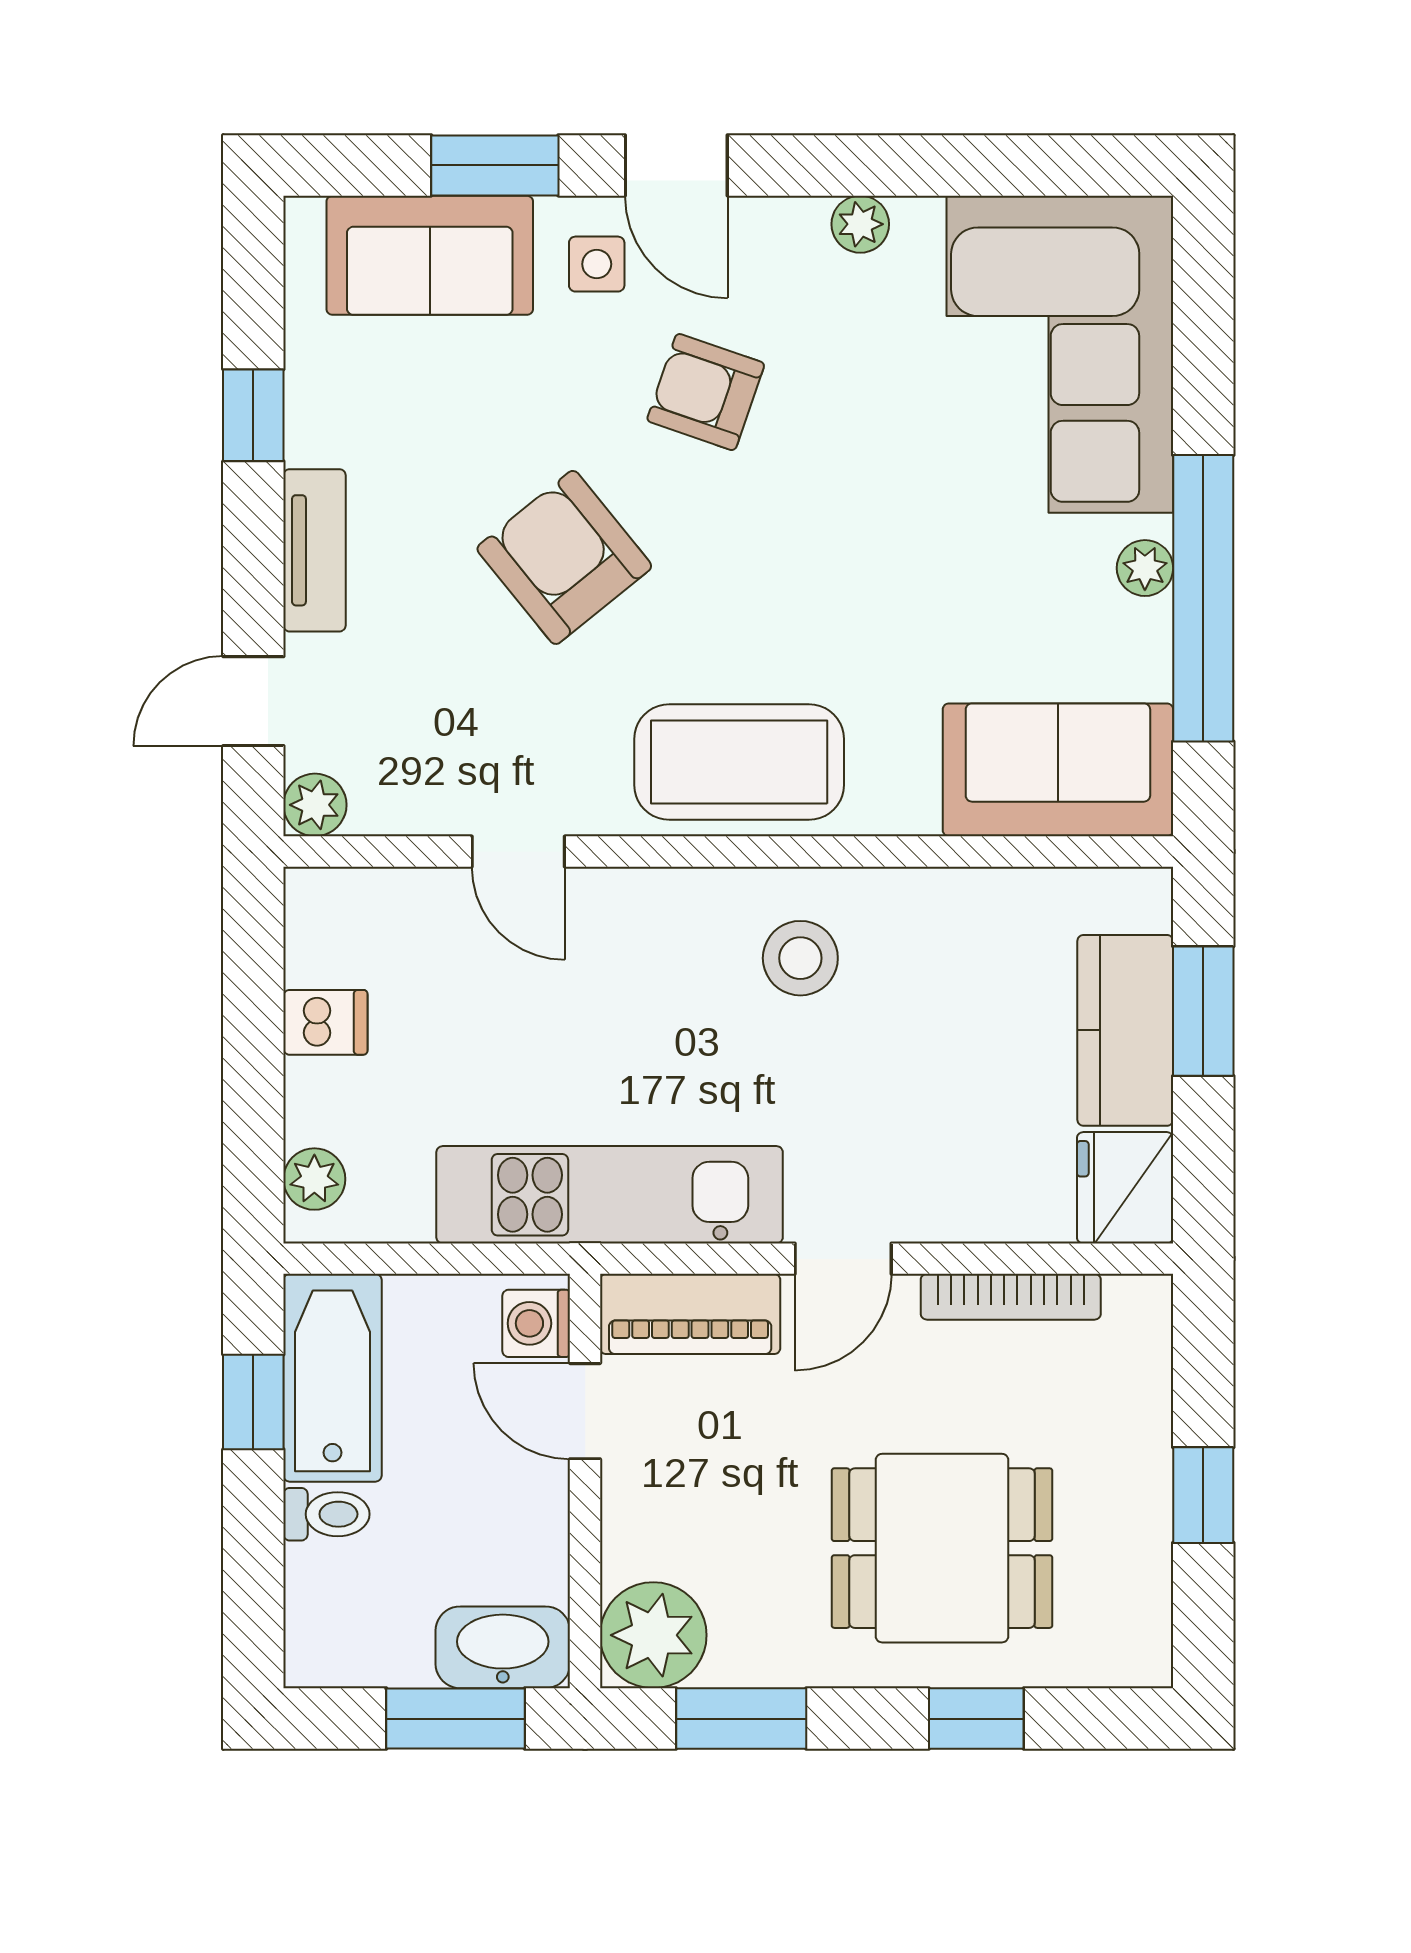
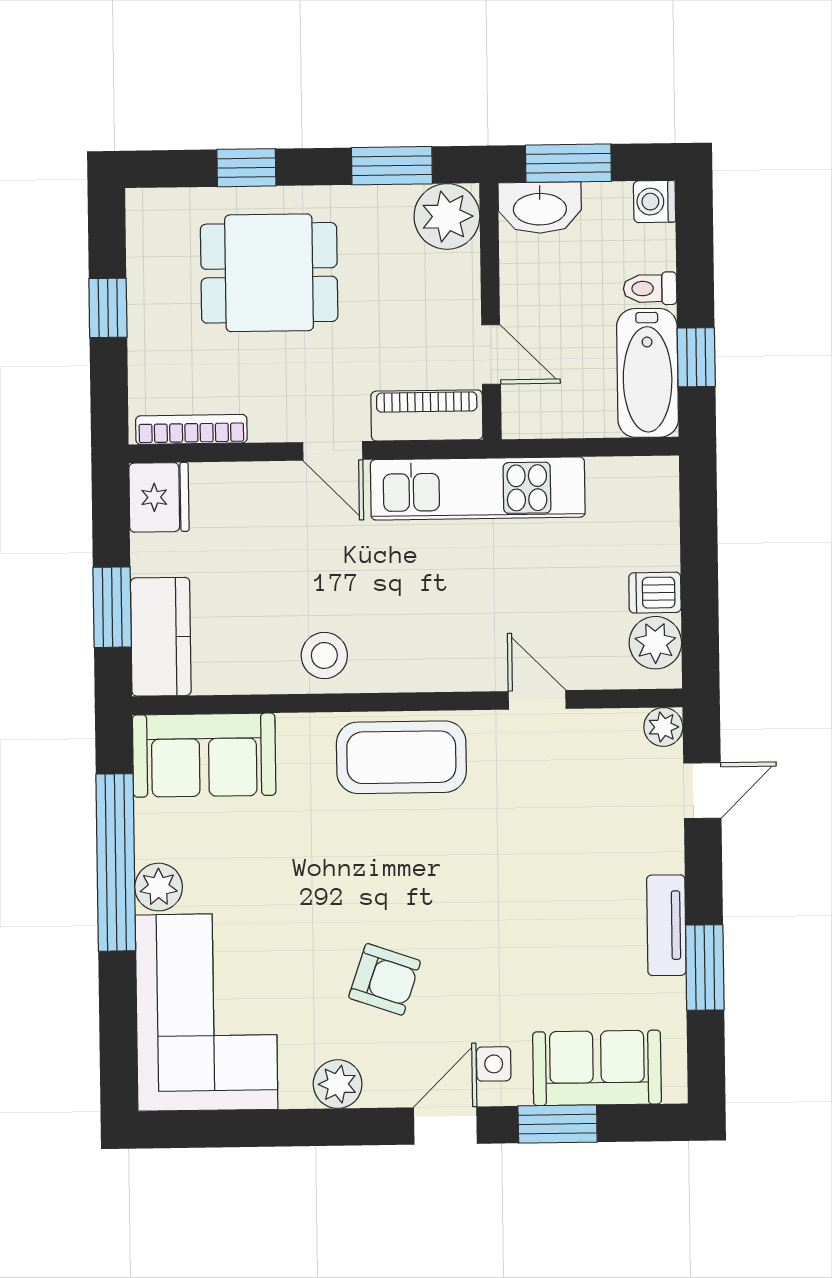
door: (676, 165) -> (445, 1126), hinge flipped
plant: (860, 224) -> (338, 1084), width x1.38, depth x1.38
armchair: (706, 392) -> (385, 979), moved
window: (253, 415) -> (705, 967), width x1.50
tv unit: (314, 550) -> (666, 925), moved
armchair: (564, 557) -> (511, 882), removed
plant: (1145, 568) -> (159, 887), width x1.38, depth x1.38
stool: (800, 958) -> (324, 655), moved
kitchen counter: (1125, 1030) -> (161, 637), moved
plant: (314, 1179) -> (655, 643), moved, width x1.38, depth x1.38
door: (843, 1259) -> (333, 451), swing flipped
bookcase: (1011, 1297) -> (191, 429), moved
washing machine: (536, 1323) -> (655, 202), moved, turned 180

